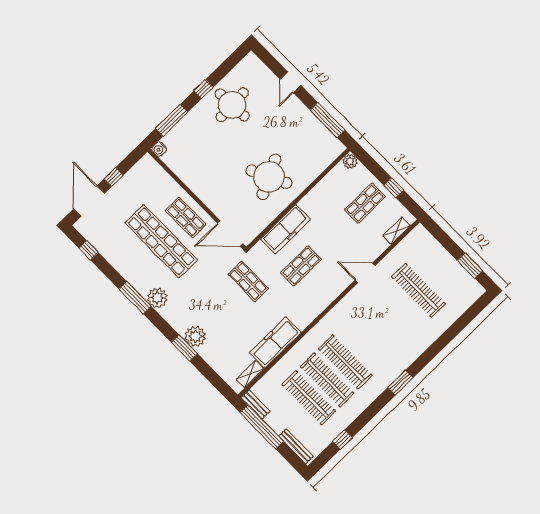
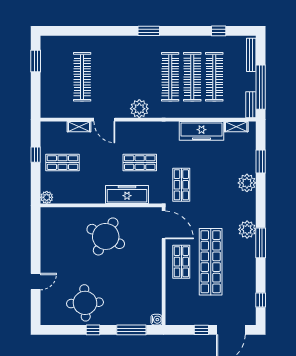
window: (327, 120) -> (36, 236), removed
round table: (269, 177) -> (106, 236), turned -36
shelving: (397, 231) -> (79, 127), moved
plant: (345, 310) -> (139, 109), added
window: (184, 348) -> (261, 161), moved

